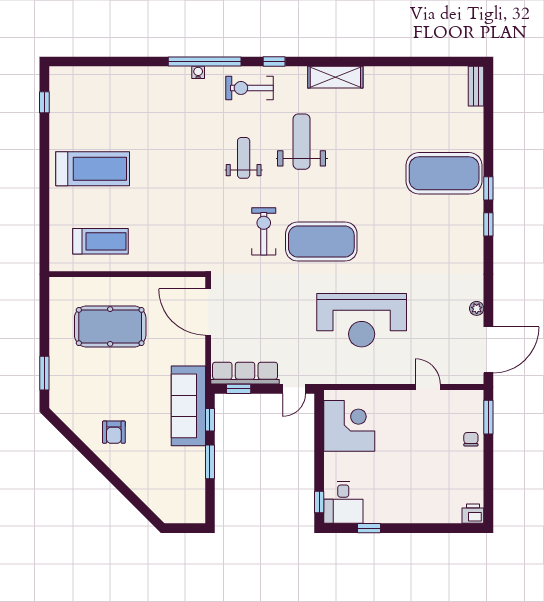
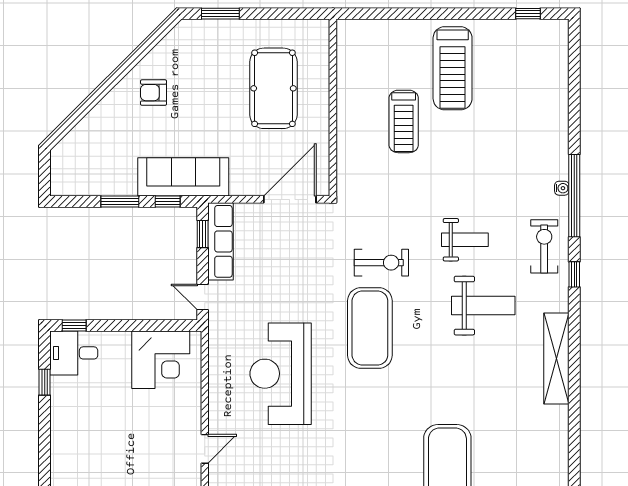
shelving: (335, 77) -> (556, 359), width x1.47
treadmill: (101, 241) -> (404, 121), moved

